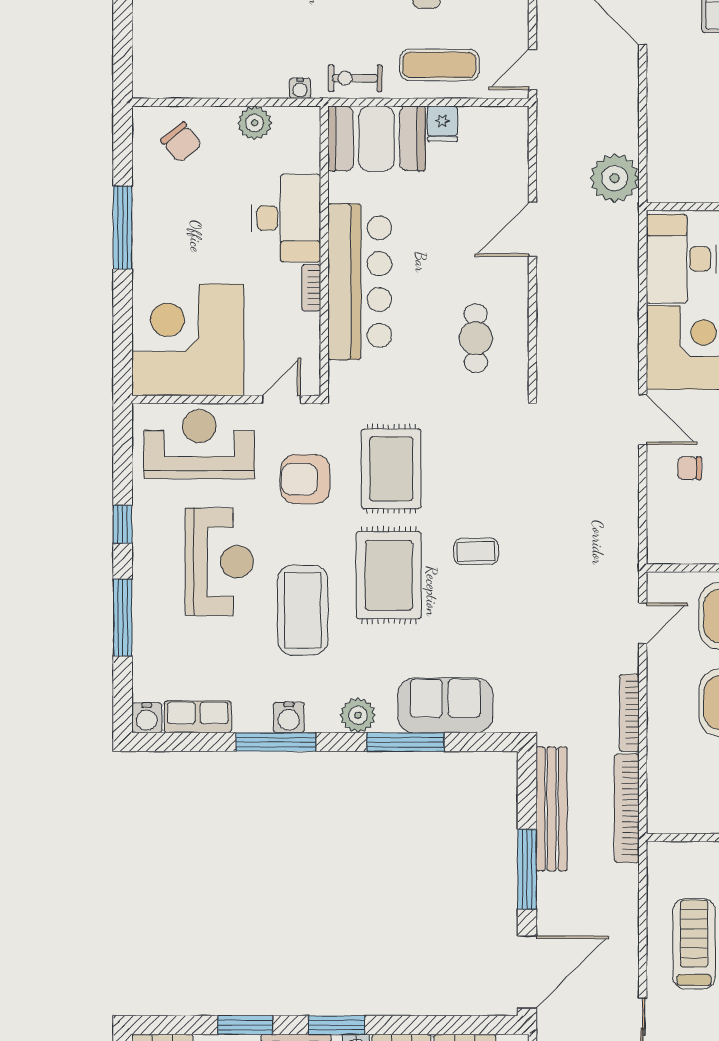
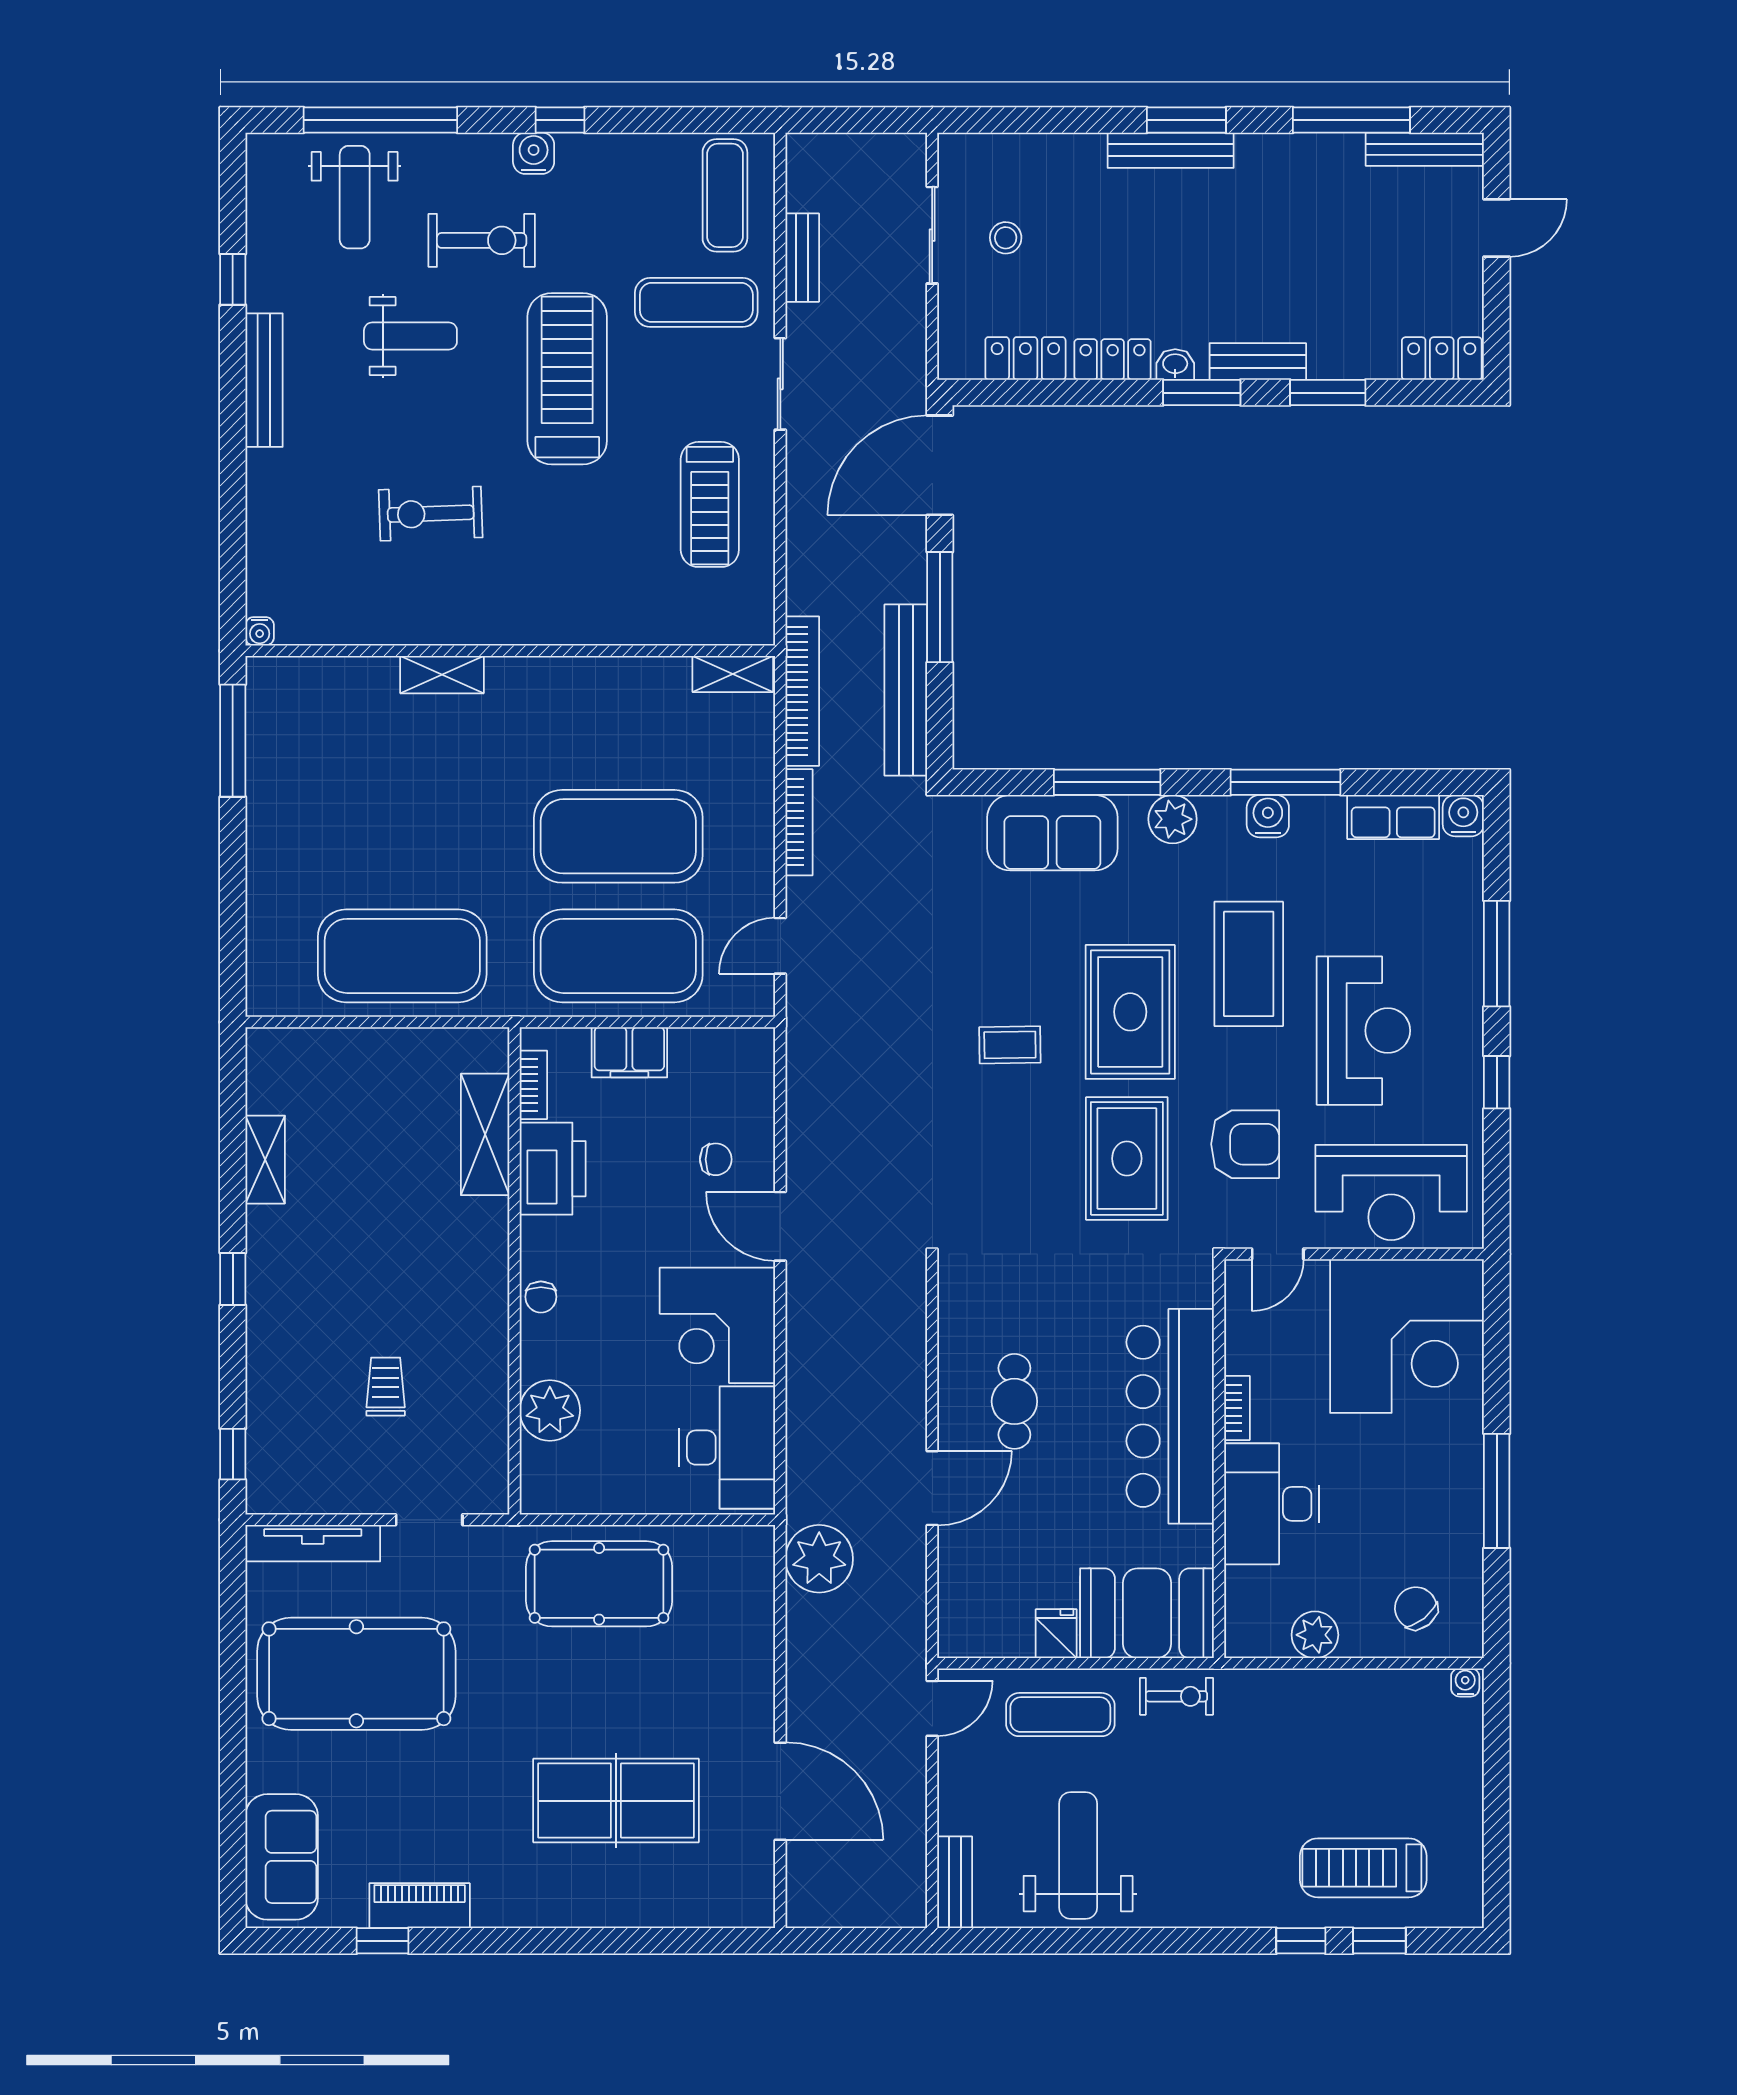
water cooler: (300, 88) -> (1465, 1682), moved
cafe table: (476, 338) -> (1014, 1401), moved
reception desk: (219, 562) -> (1363, 1031), turned 180
shelving: (677, 821) -> (733, 674), added

